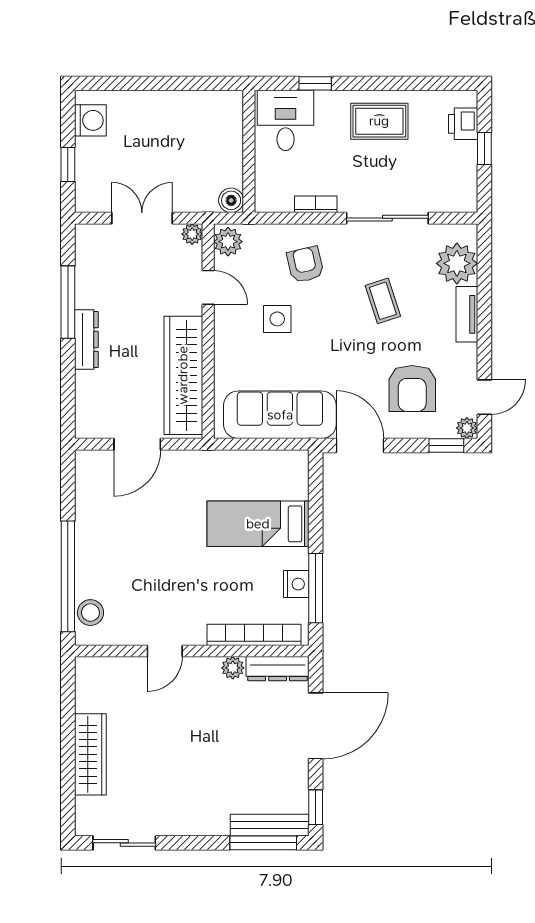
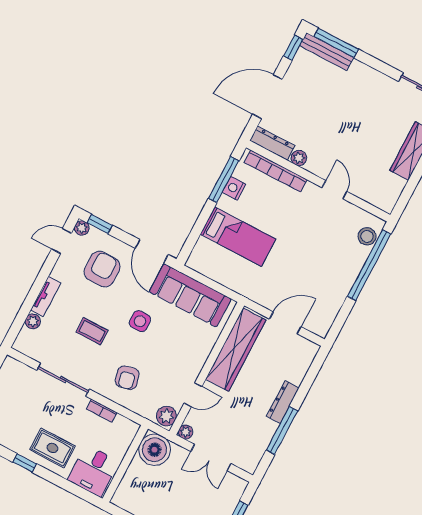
window: (315, 83) -> (25, 463), moved
rug: (379, 121) -> (52, 448), moved
boiler: (231, 200) -> (154, 450), width x1.86, depth x1.86
plant: (457, 263) -> (33, 321), width x0.53, depth x0.53
door: (208, 287) -> (193, 395), swing flipped
coffee table: (383, 301) -> (92, 331), turned -72
side table: (277, 319) -> (140, 321), moved
door: (165, 651) -> (334, 190), hinge flipped

